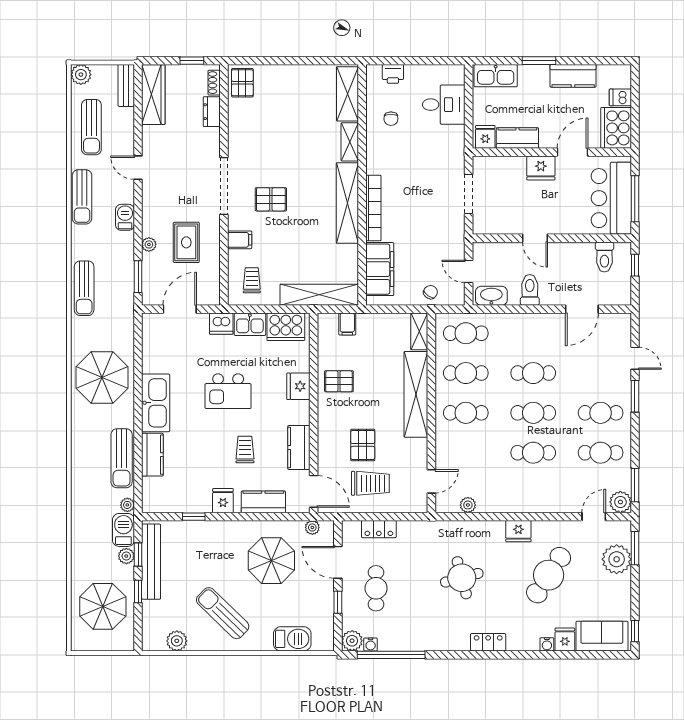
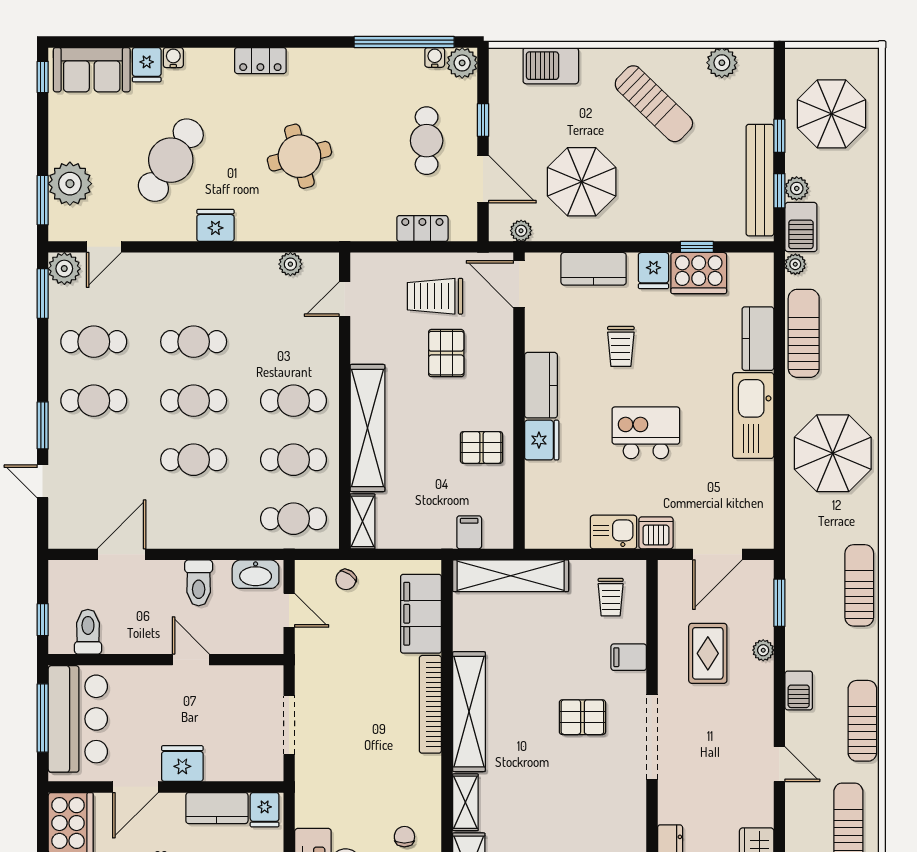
cooker: (286, 327) -> (699, 273), moved, turned 180
kitchen counter: (299, 447) -> (541, 385), moved

